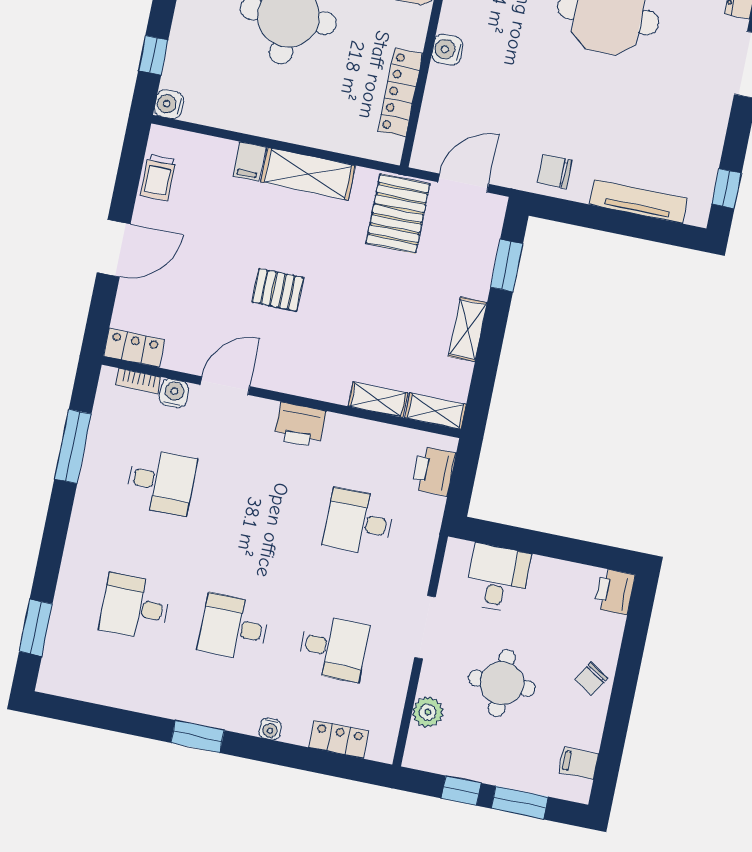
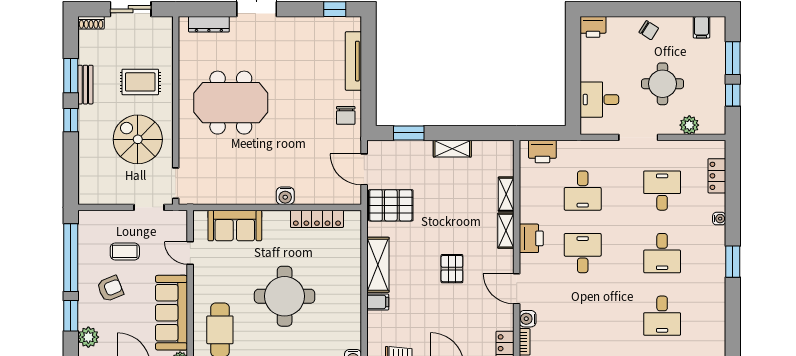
shelving: (436, 411) -> (506, 231), moved
desk: (161, 481) -> (583, 253), moved

